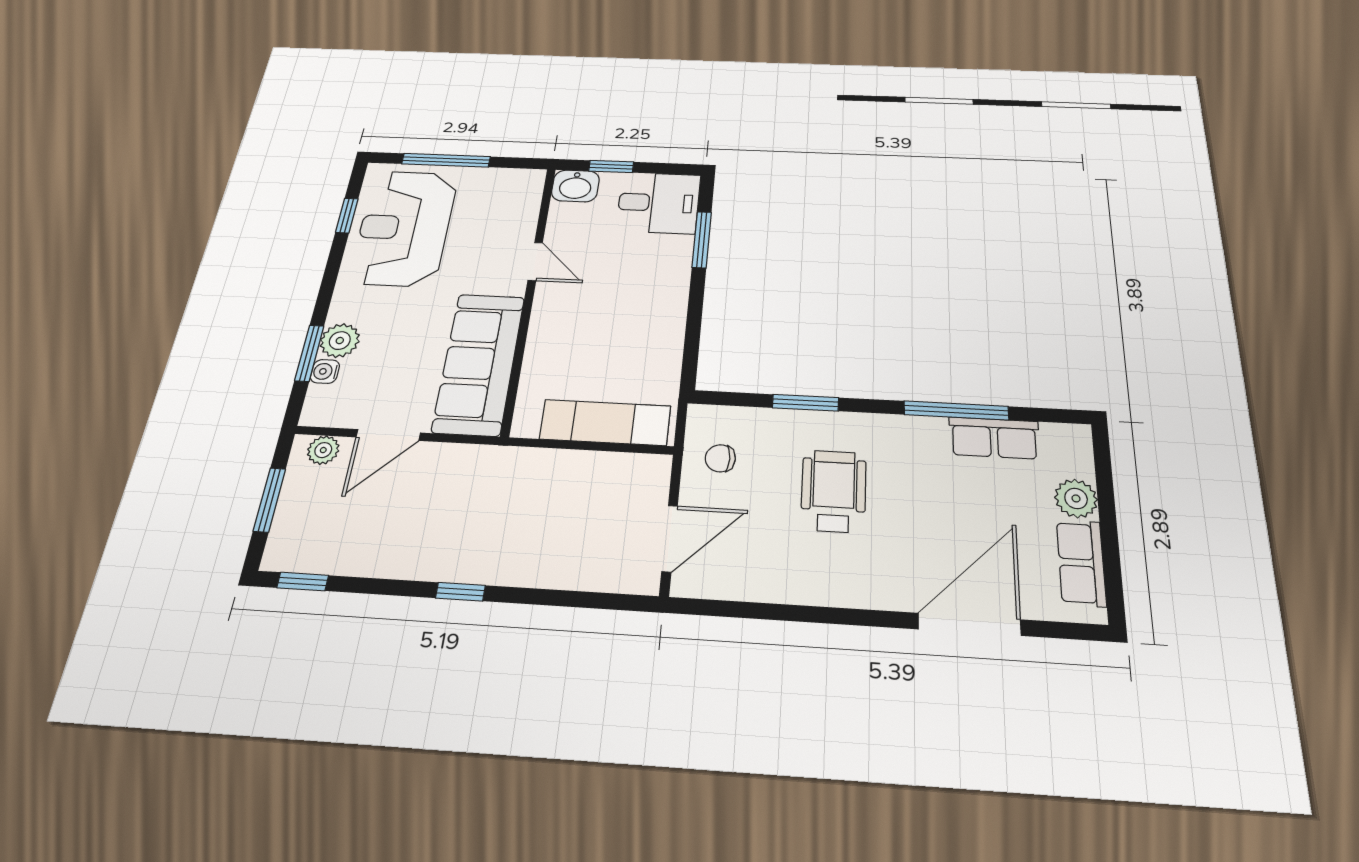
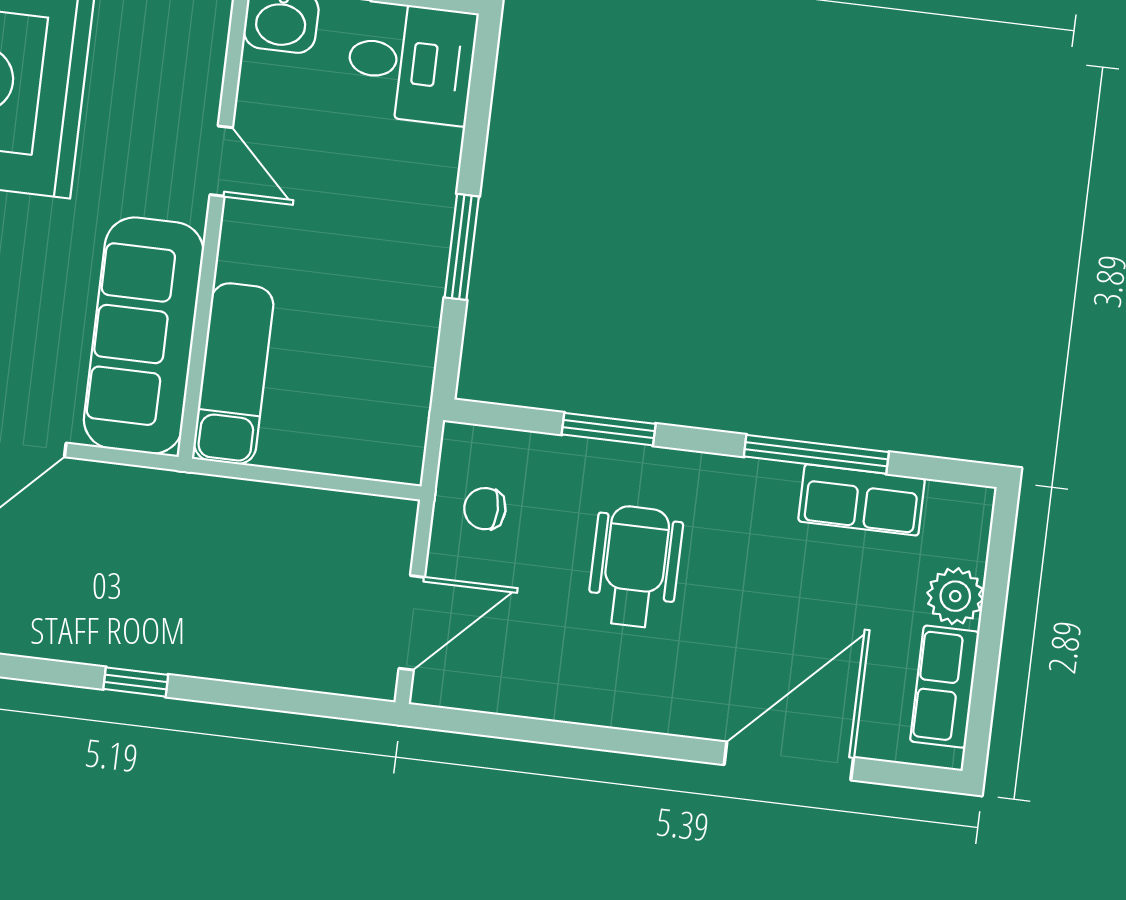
window: (702, 240) -> (462, 247), moved
exam couch: (605, 423) -> (234, 374), moved, turned 90

